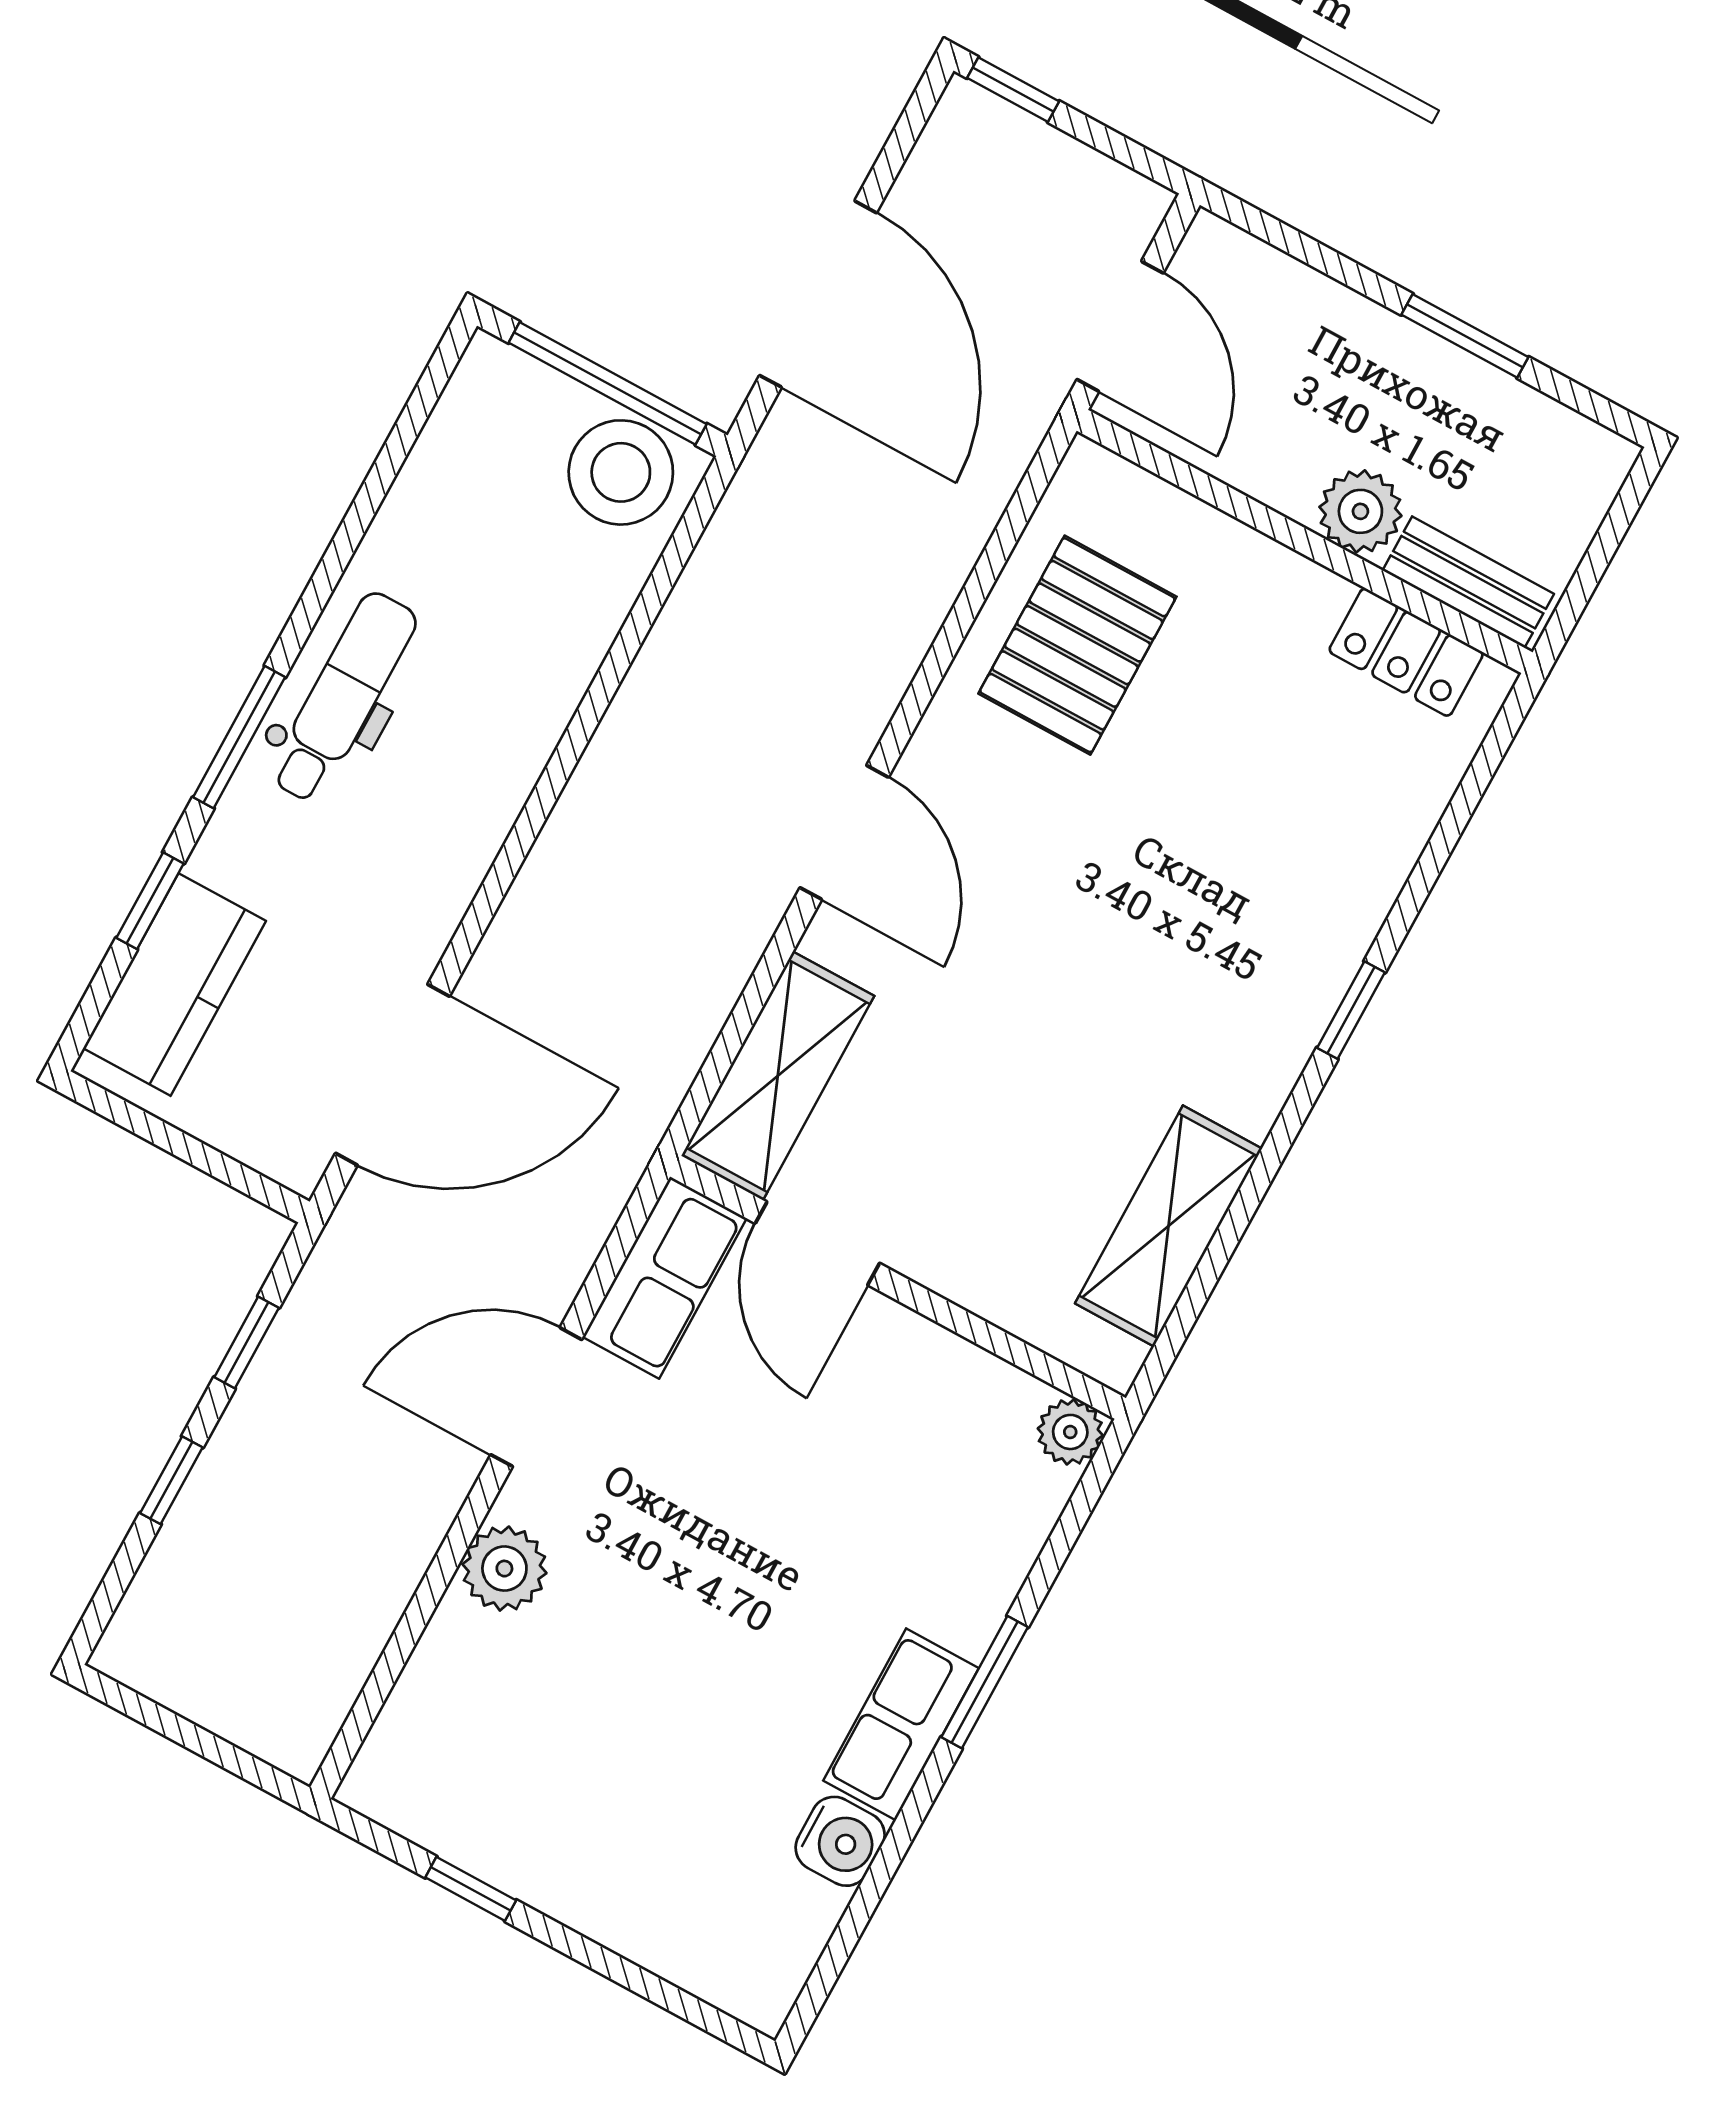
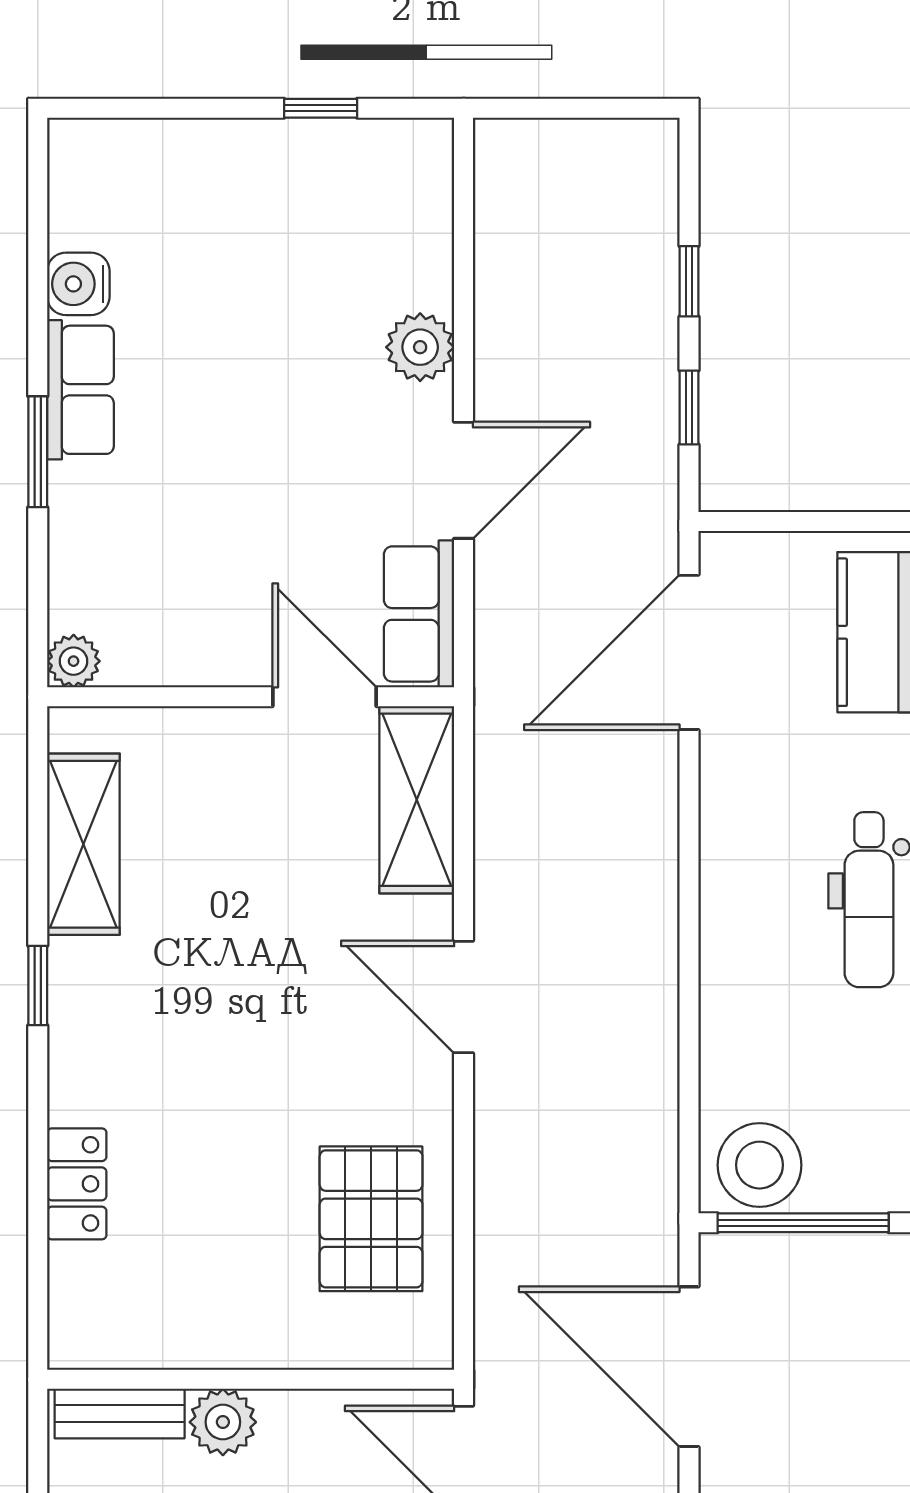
locker: (1406, 652) -> (77, 1184), moved, turned 90
window: (1351, 1010) -> (38, 985), moved

